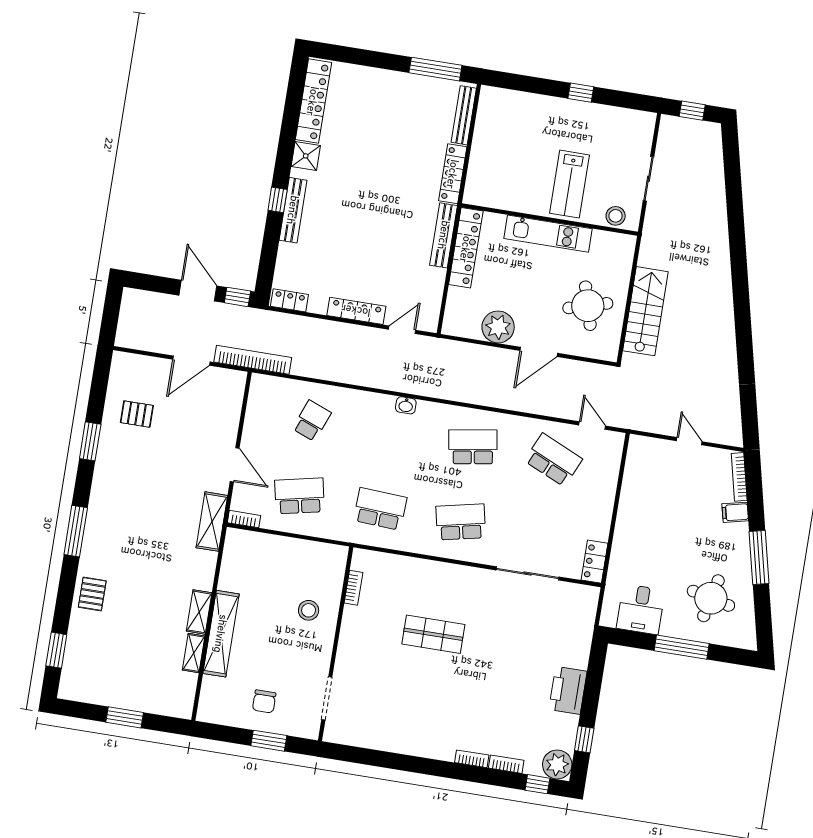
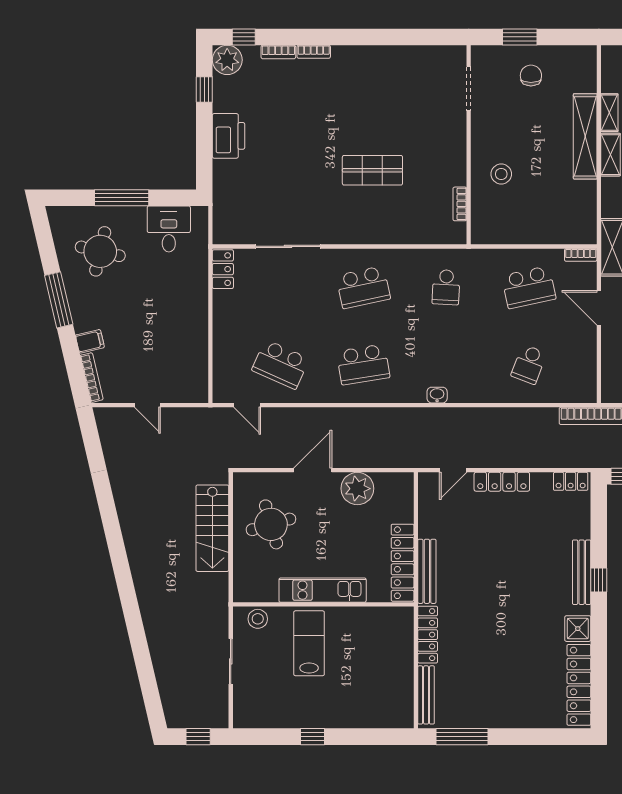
school desk: (380, 509) -> (446, 287), width x0.54

